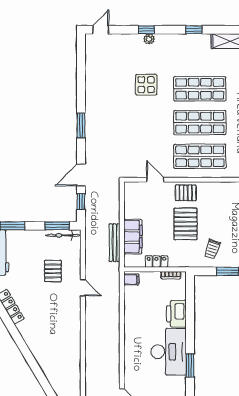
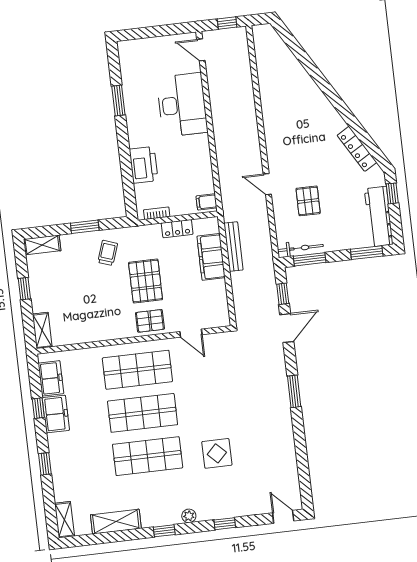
door: (101, 30) -> (283, 517), swing flipped
plant: (149, 39) -> (189, 516), moved
desk: (169, 352) -> (182, 105), moved, turned 180

